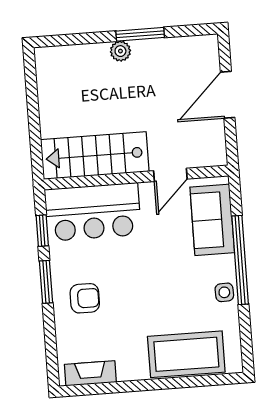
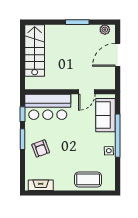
plant: (120, 51) -> (105, 30), moved
stairs: (95, 156) -> (35, 50), moved, turned 90
armchair: (85, 298) -> (41, 149), turned 70
coffee table: (186, 354) -> (88, 179), width x0.73, depth x0.76

